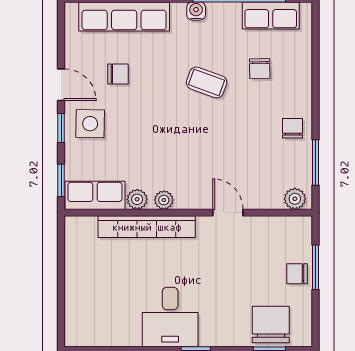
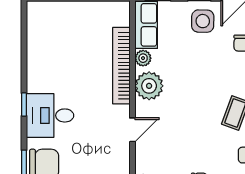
plant: (164, 200) -> (149, 86), width x1.87, depth x1.87
desk: (170, 317) -> (50, 115), moved

